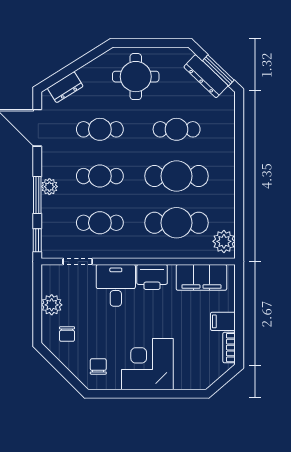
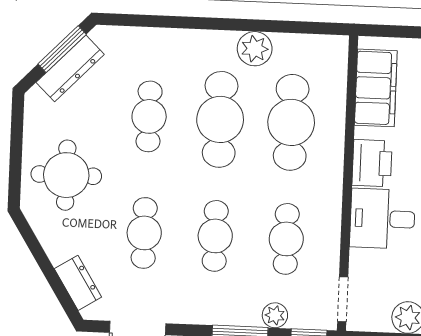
plant: (49, 187) -> (275, 315), moved
plant: (224, 241) -> (255, 49), moved
doorway: (78, 261) -> (343, 299), moved

